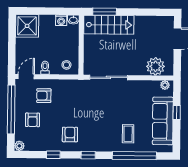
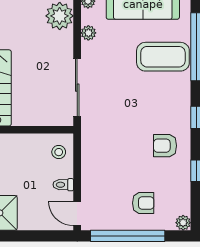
plant: (144, 85) -> (88, 33), added
armchair: (44, 96) -> (106, 186), removed
coffee table: (128, 134) -> (163, 57), width x1.86, depth x1.72

